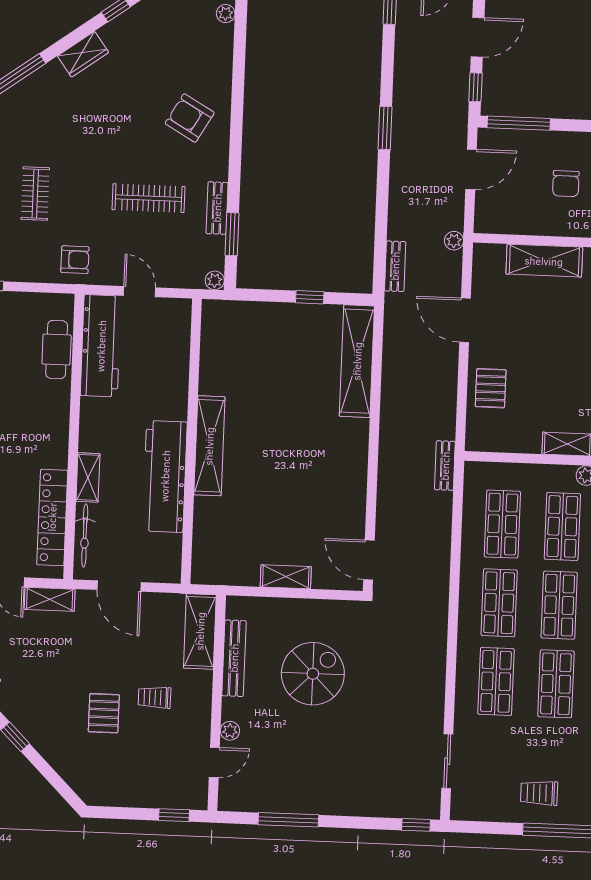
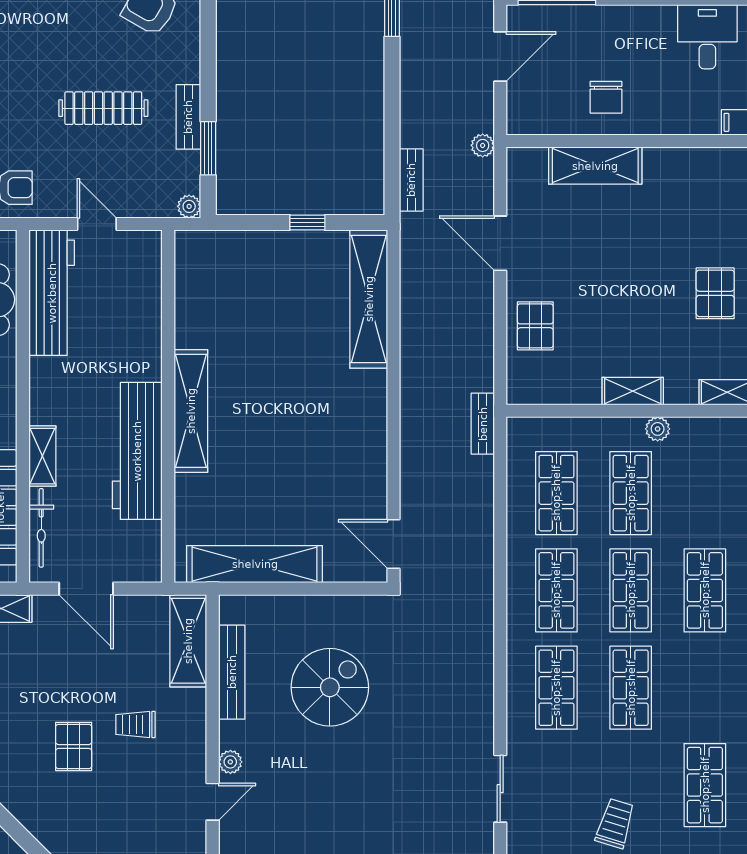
chair: (566, 184) -> (606, 97), moved
shelving: (286, 577) -> (255, 564), width x2.20, depth x1.33
trolley: (539, 793) -> (615, 823), turned 107

